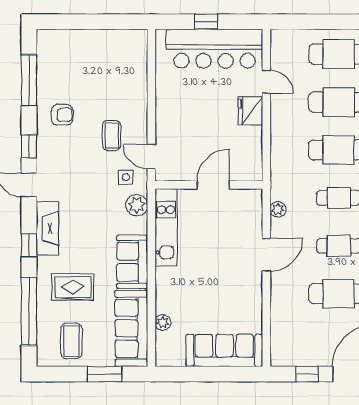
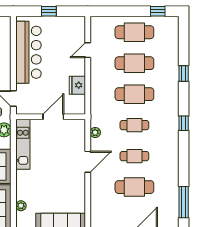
bar counter: (215, 49) -> (28, 52), moved, turned -90
door: (266, 82) -> (88, 50), swing flipped
fridge: (250, 111) -> (77, 85), moved

